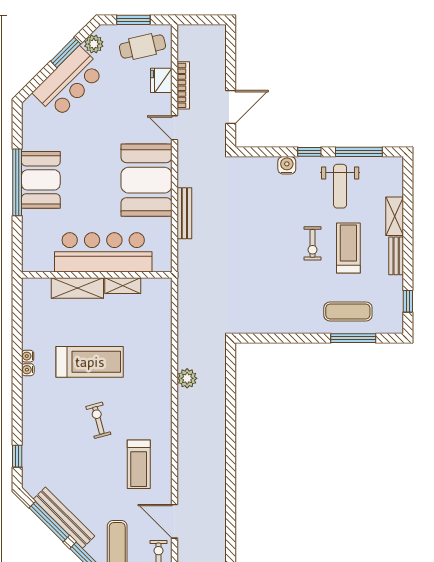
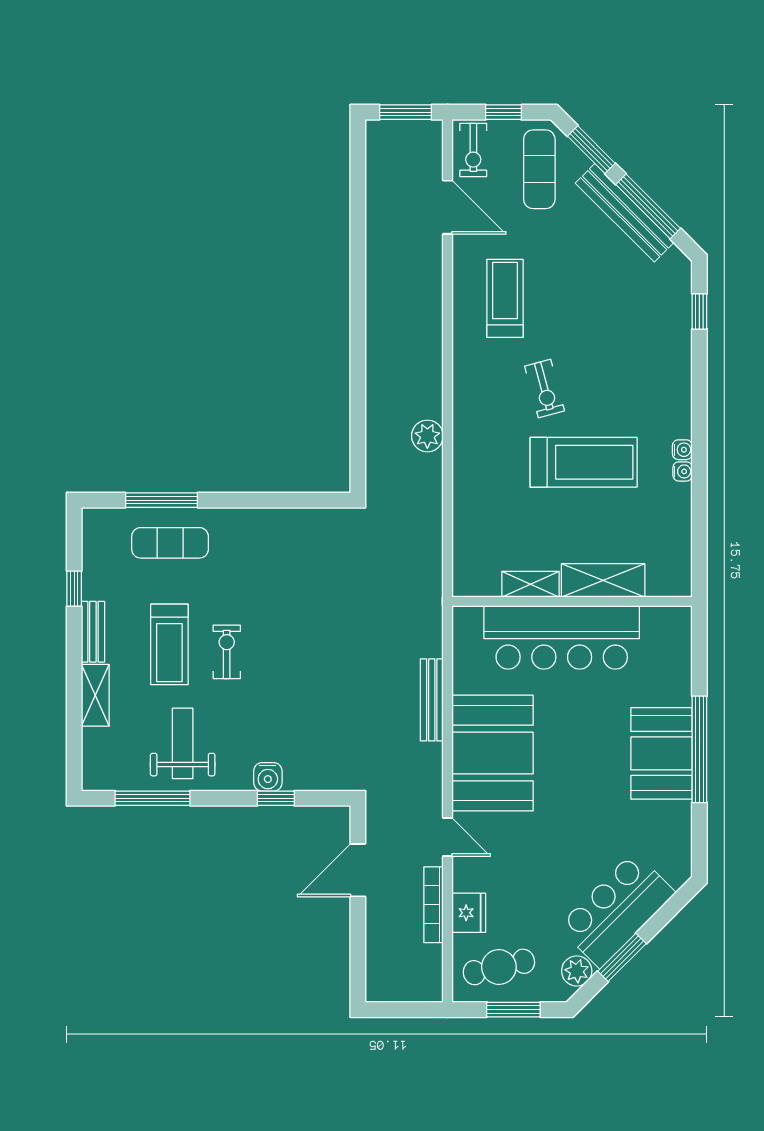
window: (309, 152) -> (276, 798), moved
window: (408, 301) -> (74, 589), moved
treadmill: (90, 362) -> (584, 462), turned 180
exercise bike: (98, 420) -> (545, 389), moved

